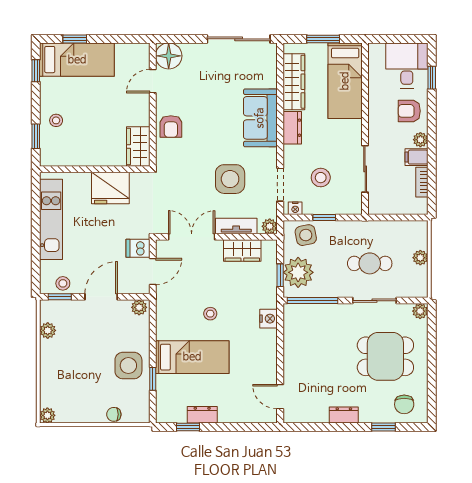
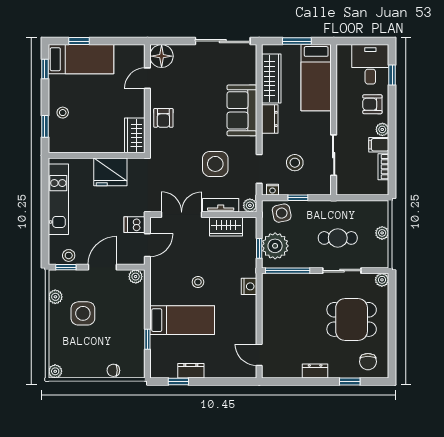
side table: (128, 366) -> (83, 313), moved

